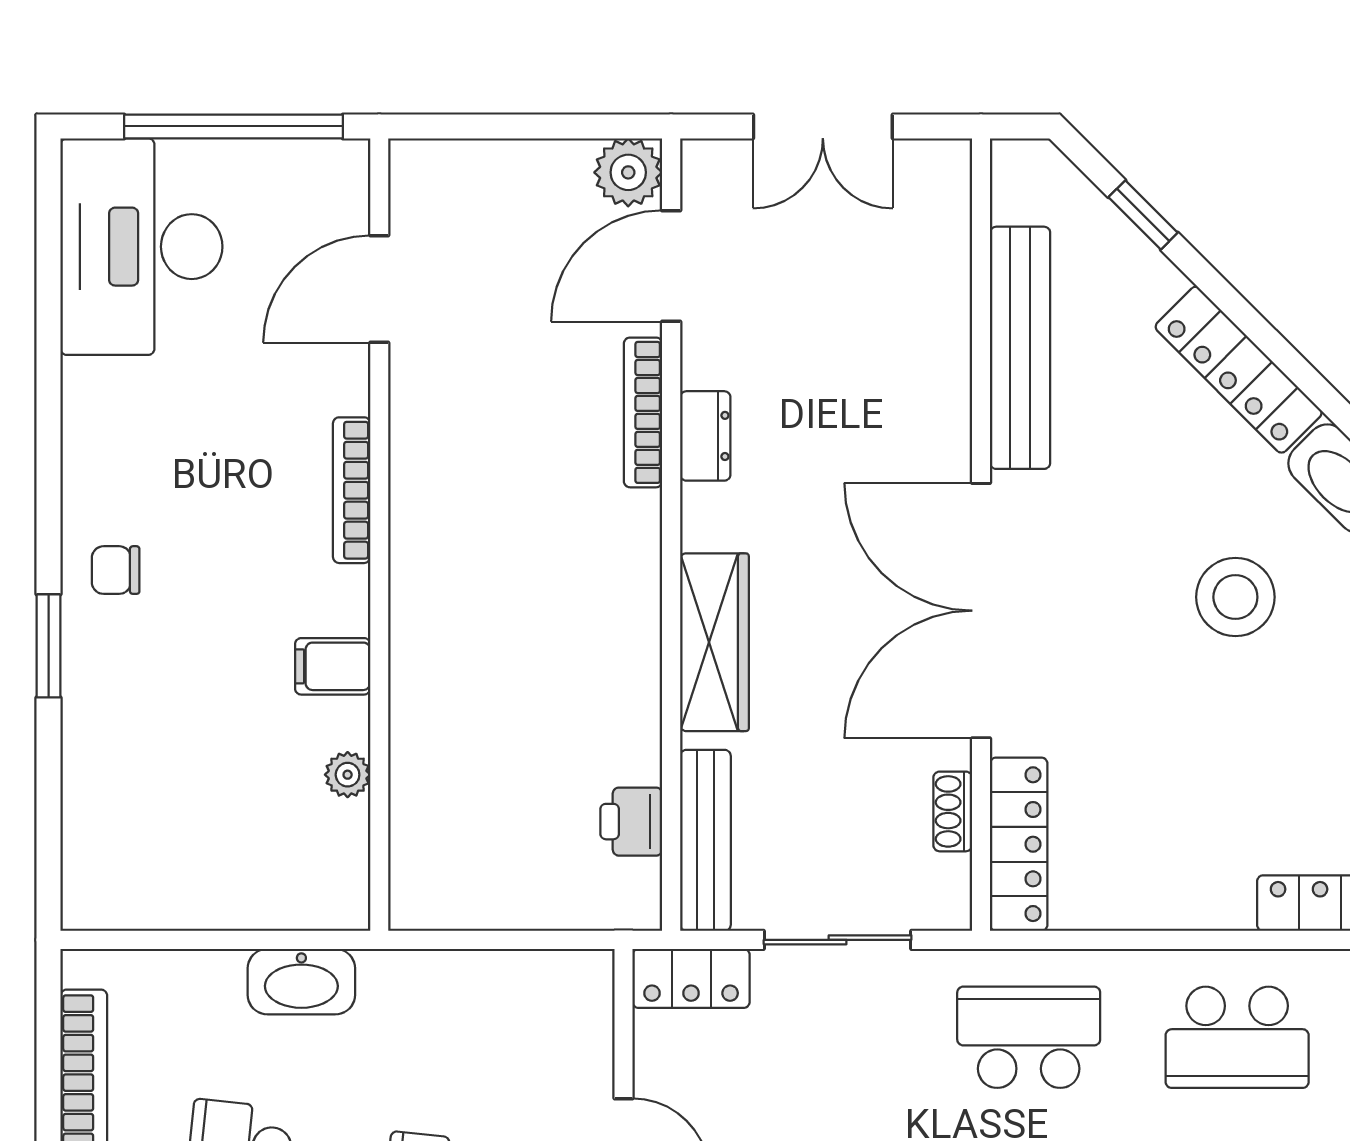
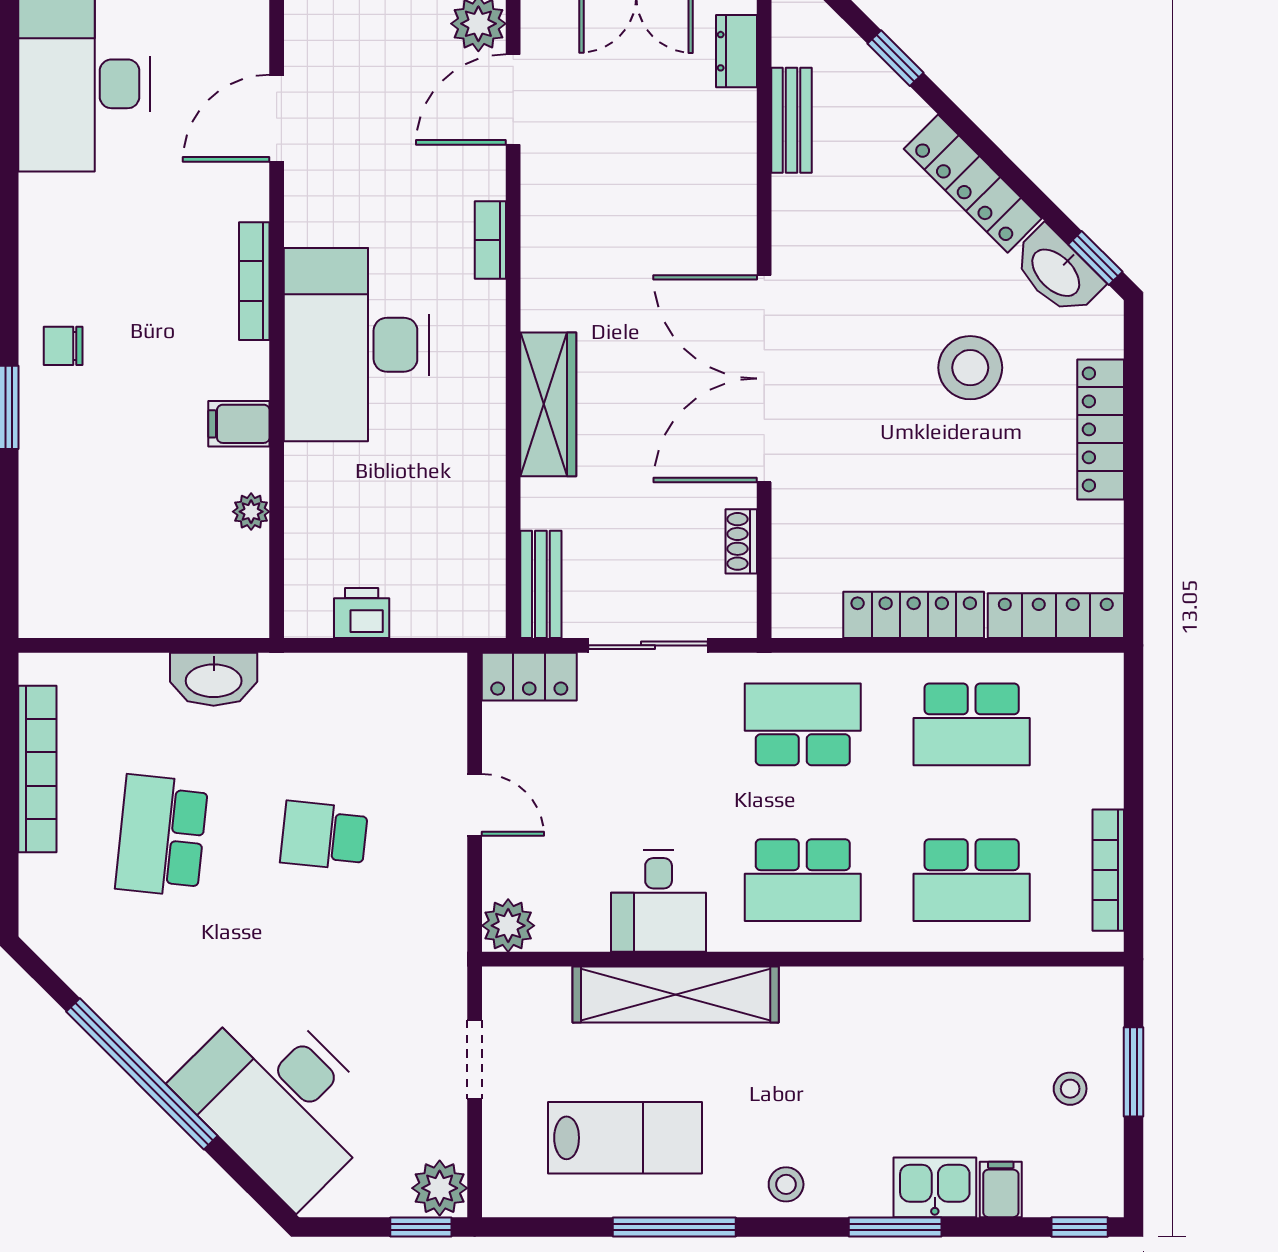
bench: (1020, 348) -> (792, 120), width x0.54, depth x0.82
bookcase: (643, 412) -> (490, 240), width x0.64
dresser: (705, 436) -> (737, 51), moved, turned 180
desk: (478, 569) -> (356, 345), added
printer: (631, 822) -> (362, 613), moved, turned 90
bench: (705, 840) -> (541, 584), width x0.73
locker: (1019, 844) -> (914, 615), moved, turned -90

